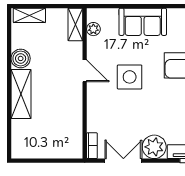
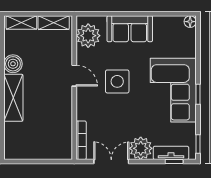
shelving: (75, 24) -> (54, 23), moved, turned 90
plant: (93, 29) -> (88, 36), width x1.88, depth x1.88
bookcase: (92, 146) -> (81, 140), width x1.56

